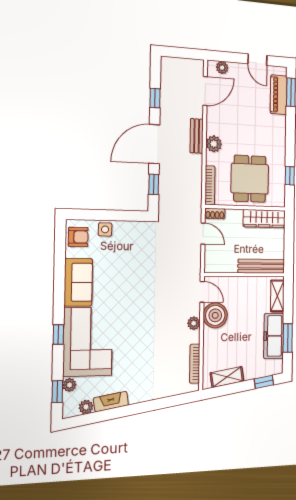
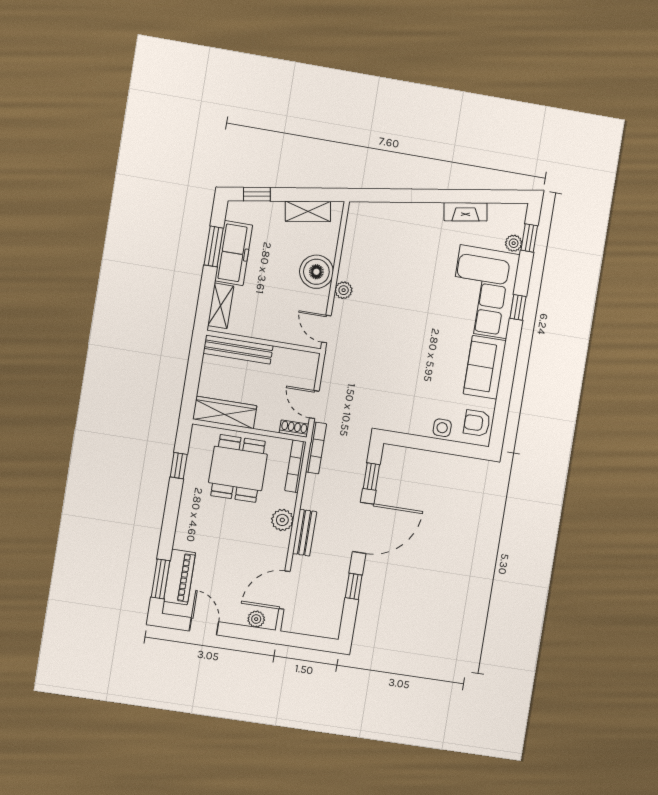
boiler: (215, 315) -> (316, 272), moved
bookcase: (195, 364) -> (316, 448), moved
plant: (86, 407) -> (497, 212), removed

